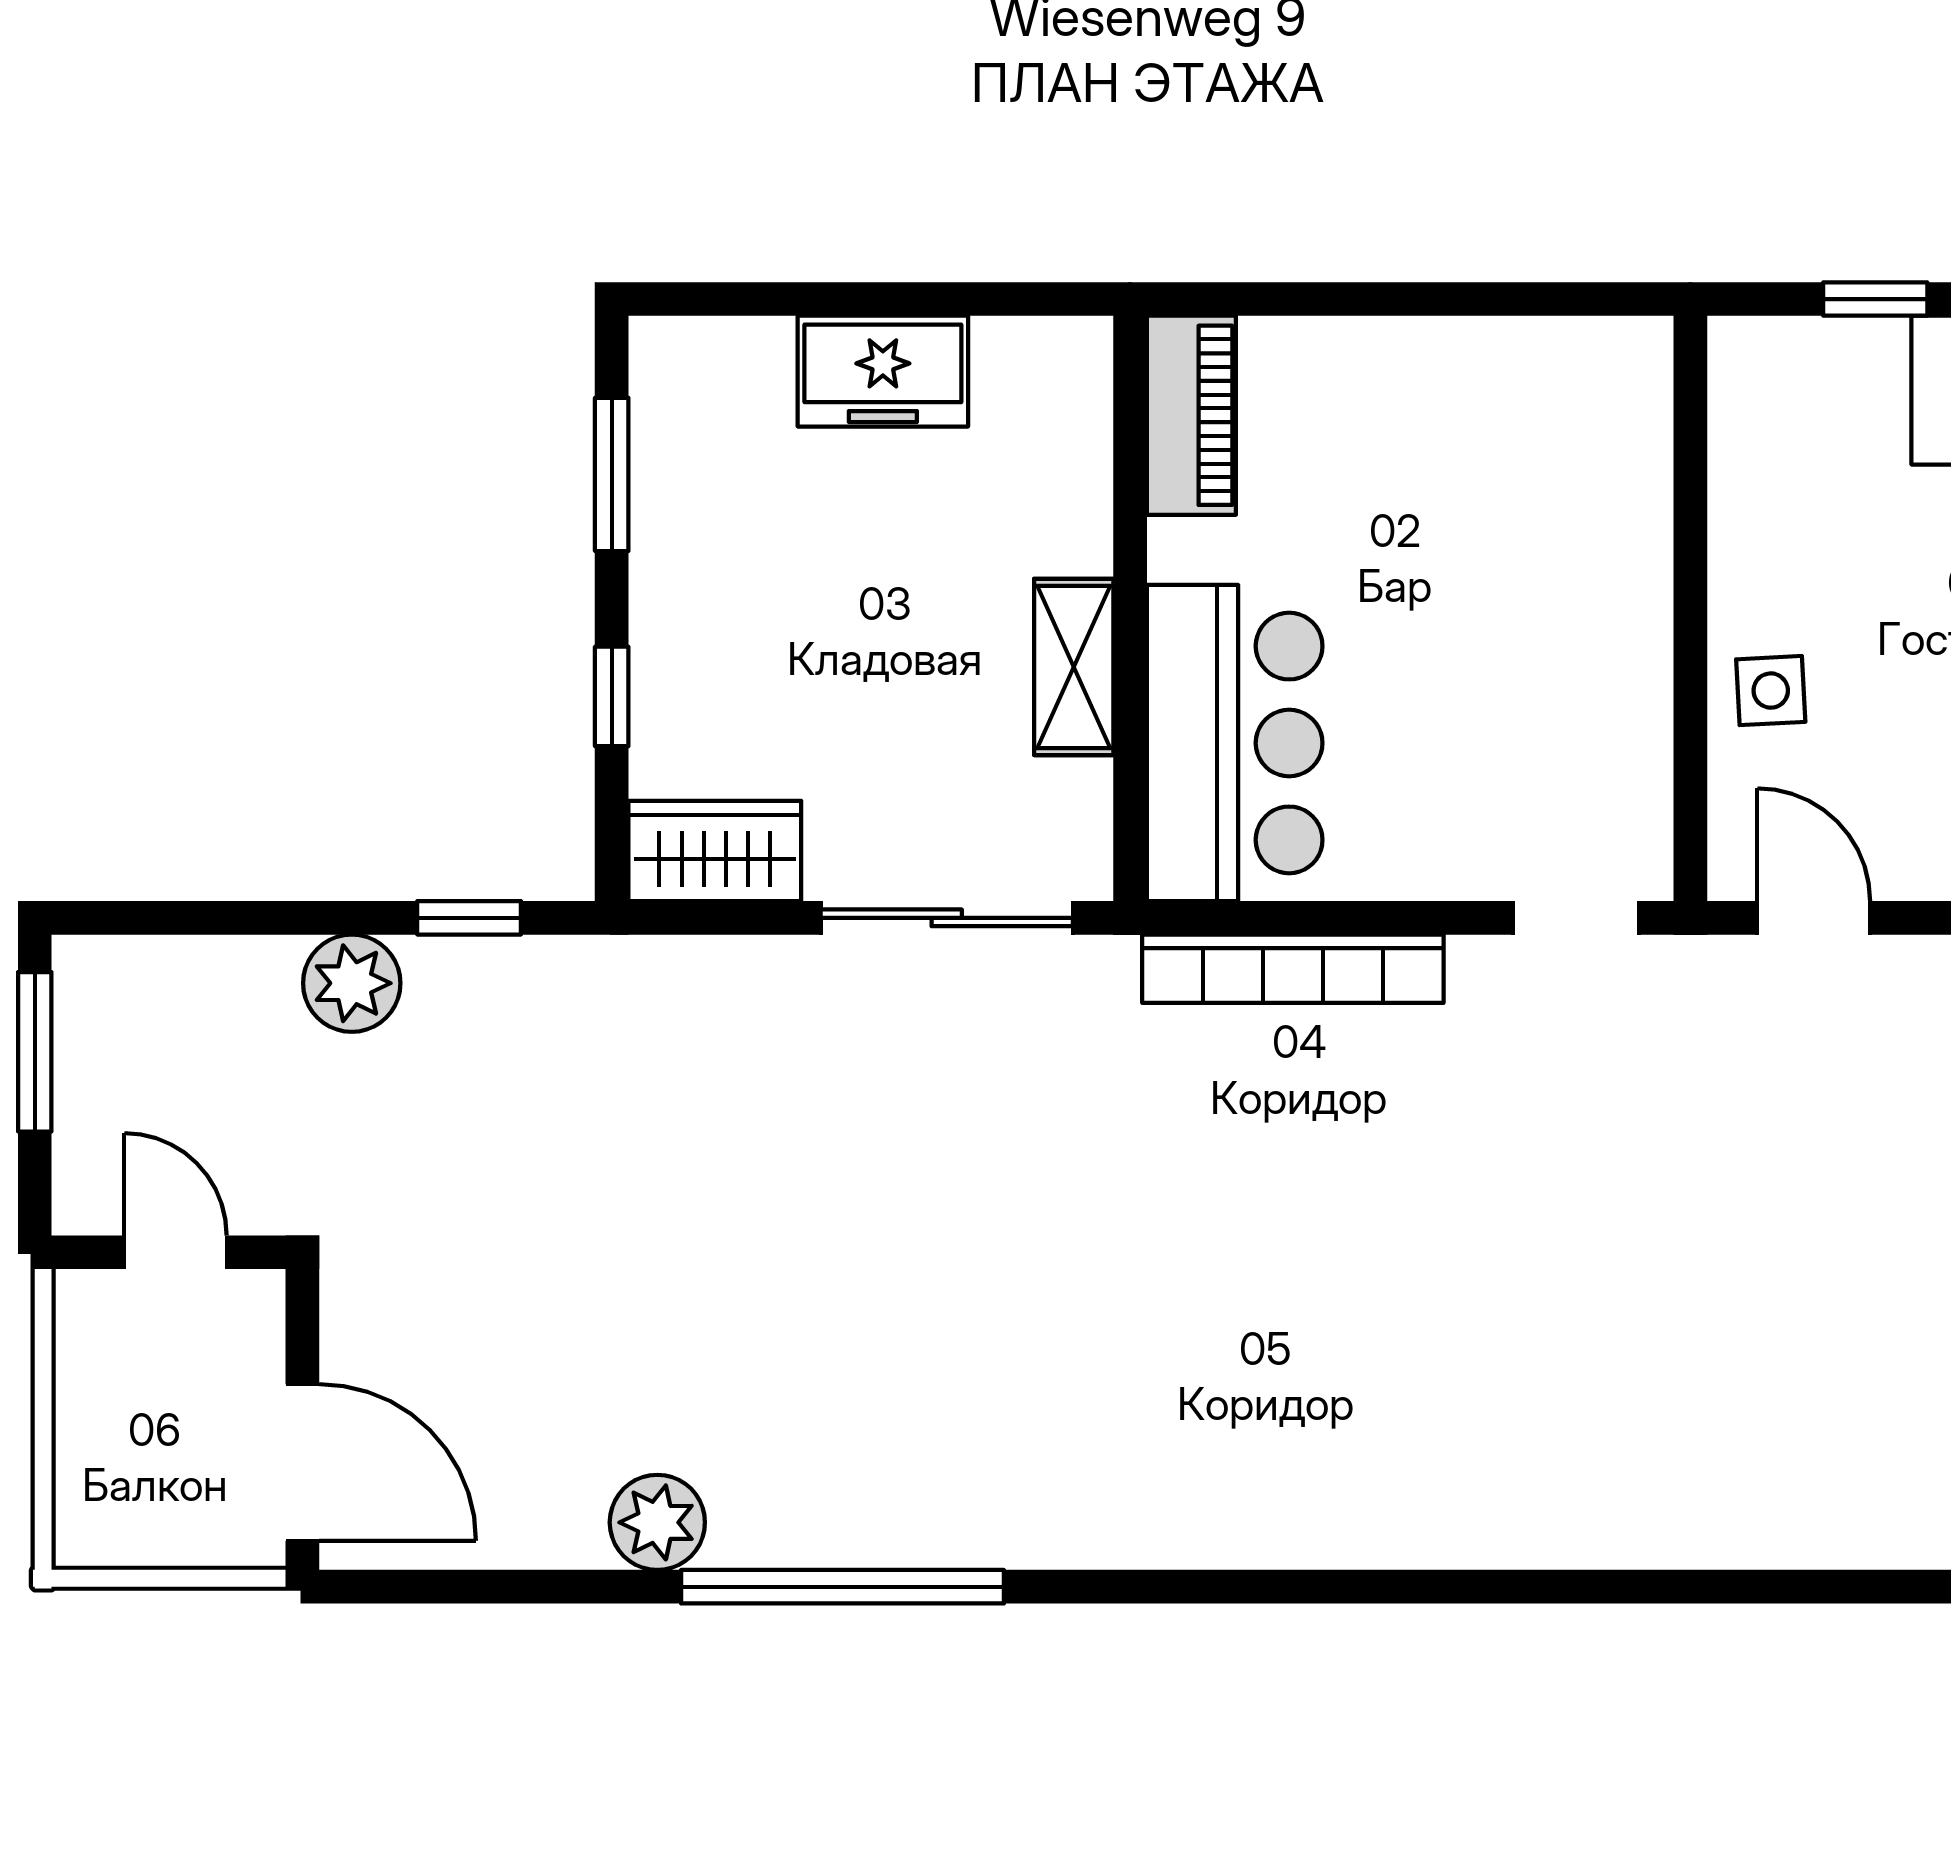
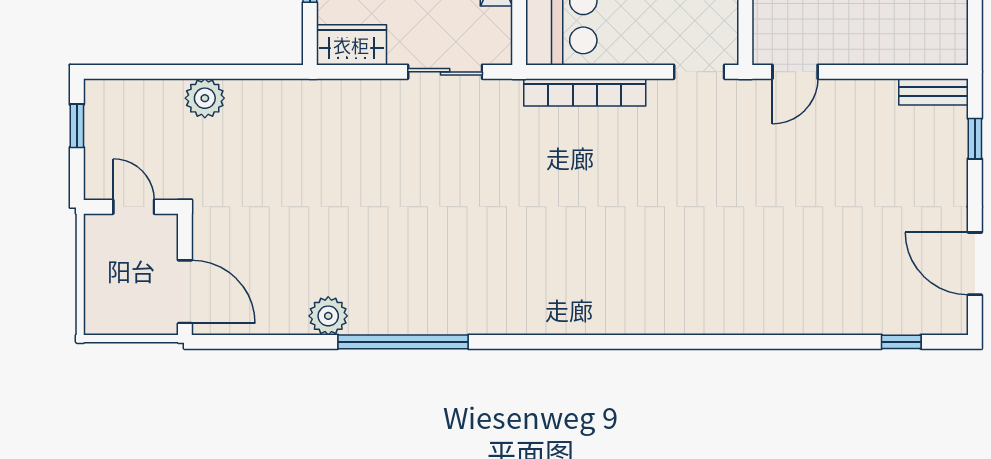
window: (469, 918) -> (252, 72), removed
sliding door: (947, 918) -> (445, 72), width x0.73
door: (1814, 918) -> (795, 72), swing flipped
window: (35, 1052) -> (77, 126), width x0.67

